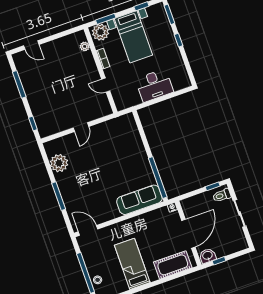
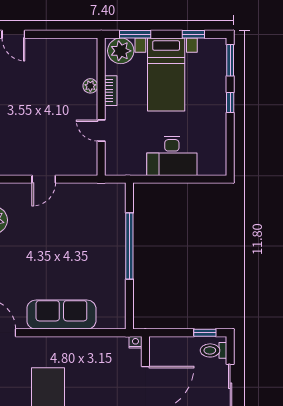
plant: (85, 46) -> (90, 86), moved
window: (158, 178) -> (129, 246), moved
sofa: (139, 200) -> (61, 315), moved

